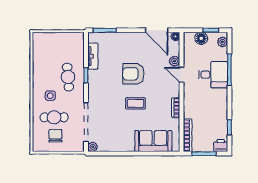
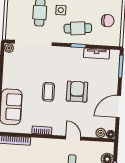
door: (157, 30) -> (118, 106), moved
plant: (174, 61) -> (101, 133), moved
door: (182, 75) -> (73, 138), hinge flipped
chair: (55, 136) -> (108, 21), moved

